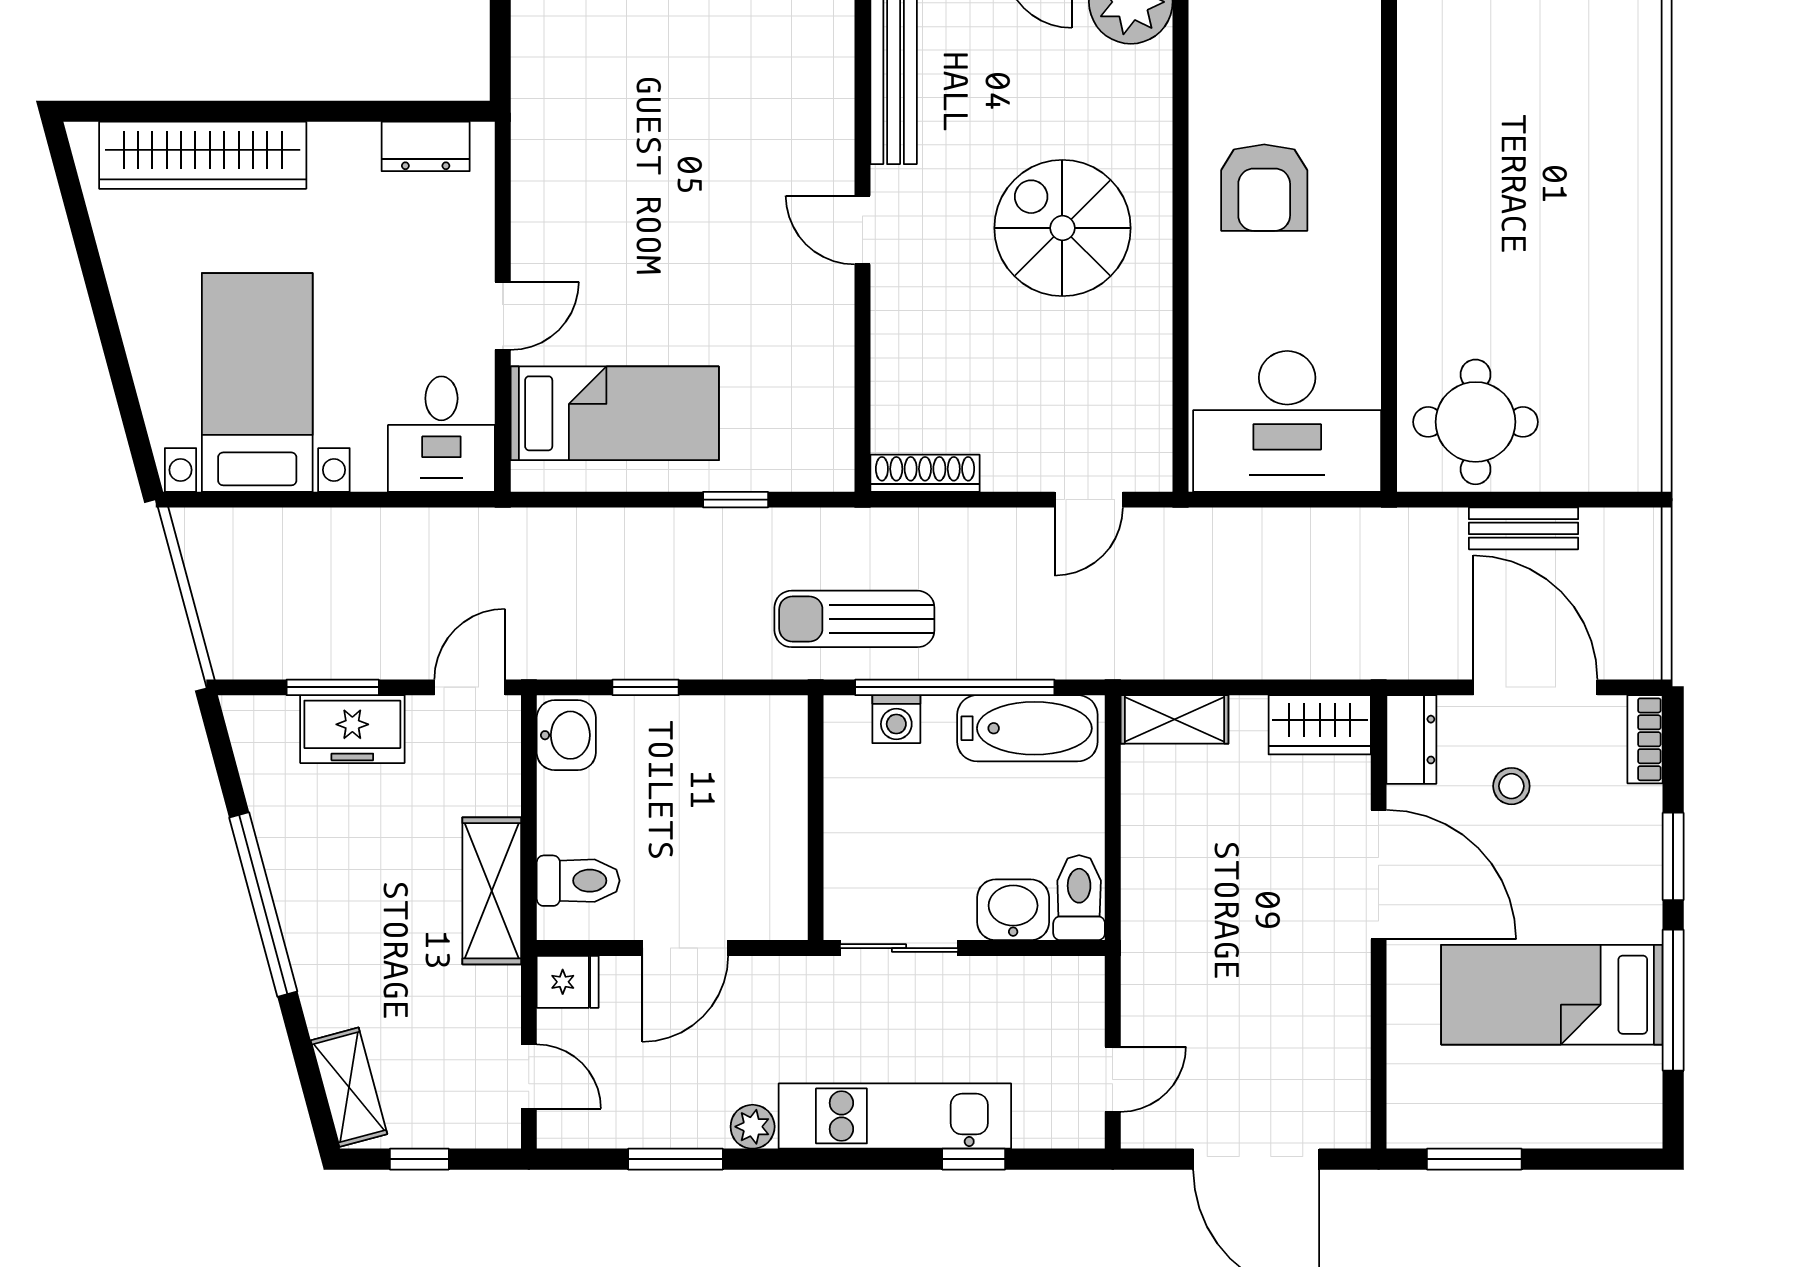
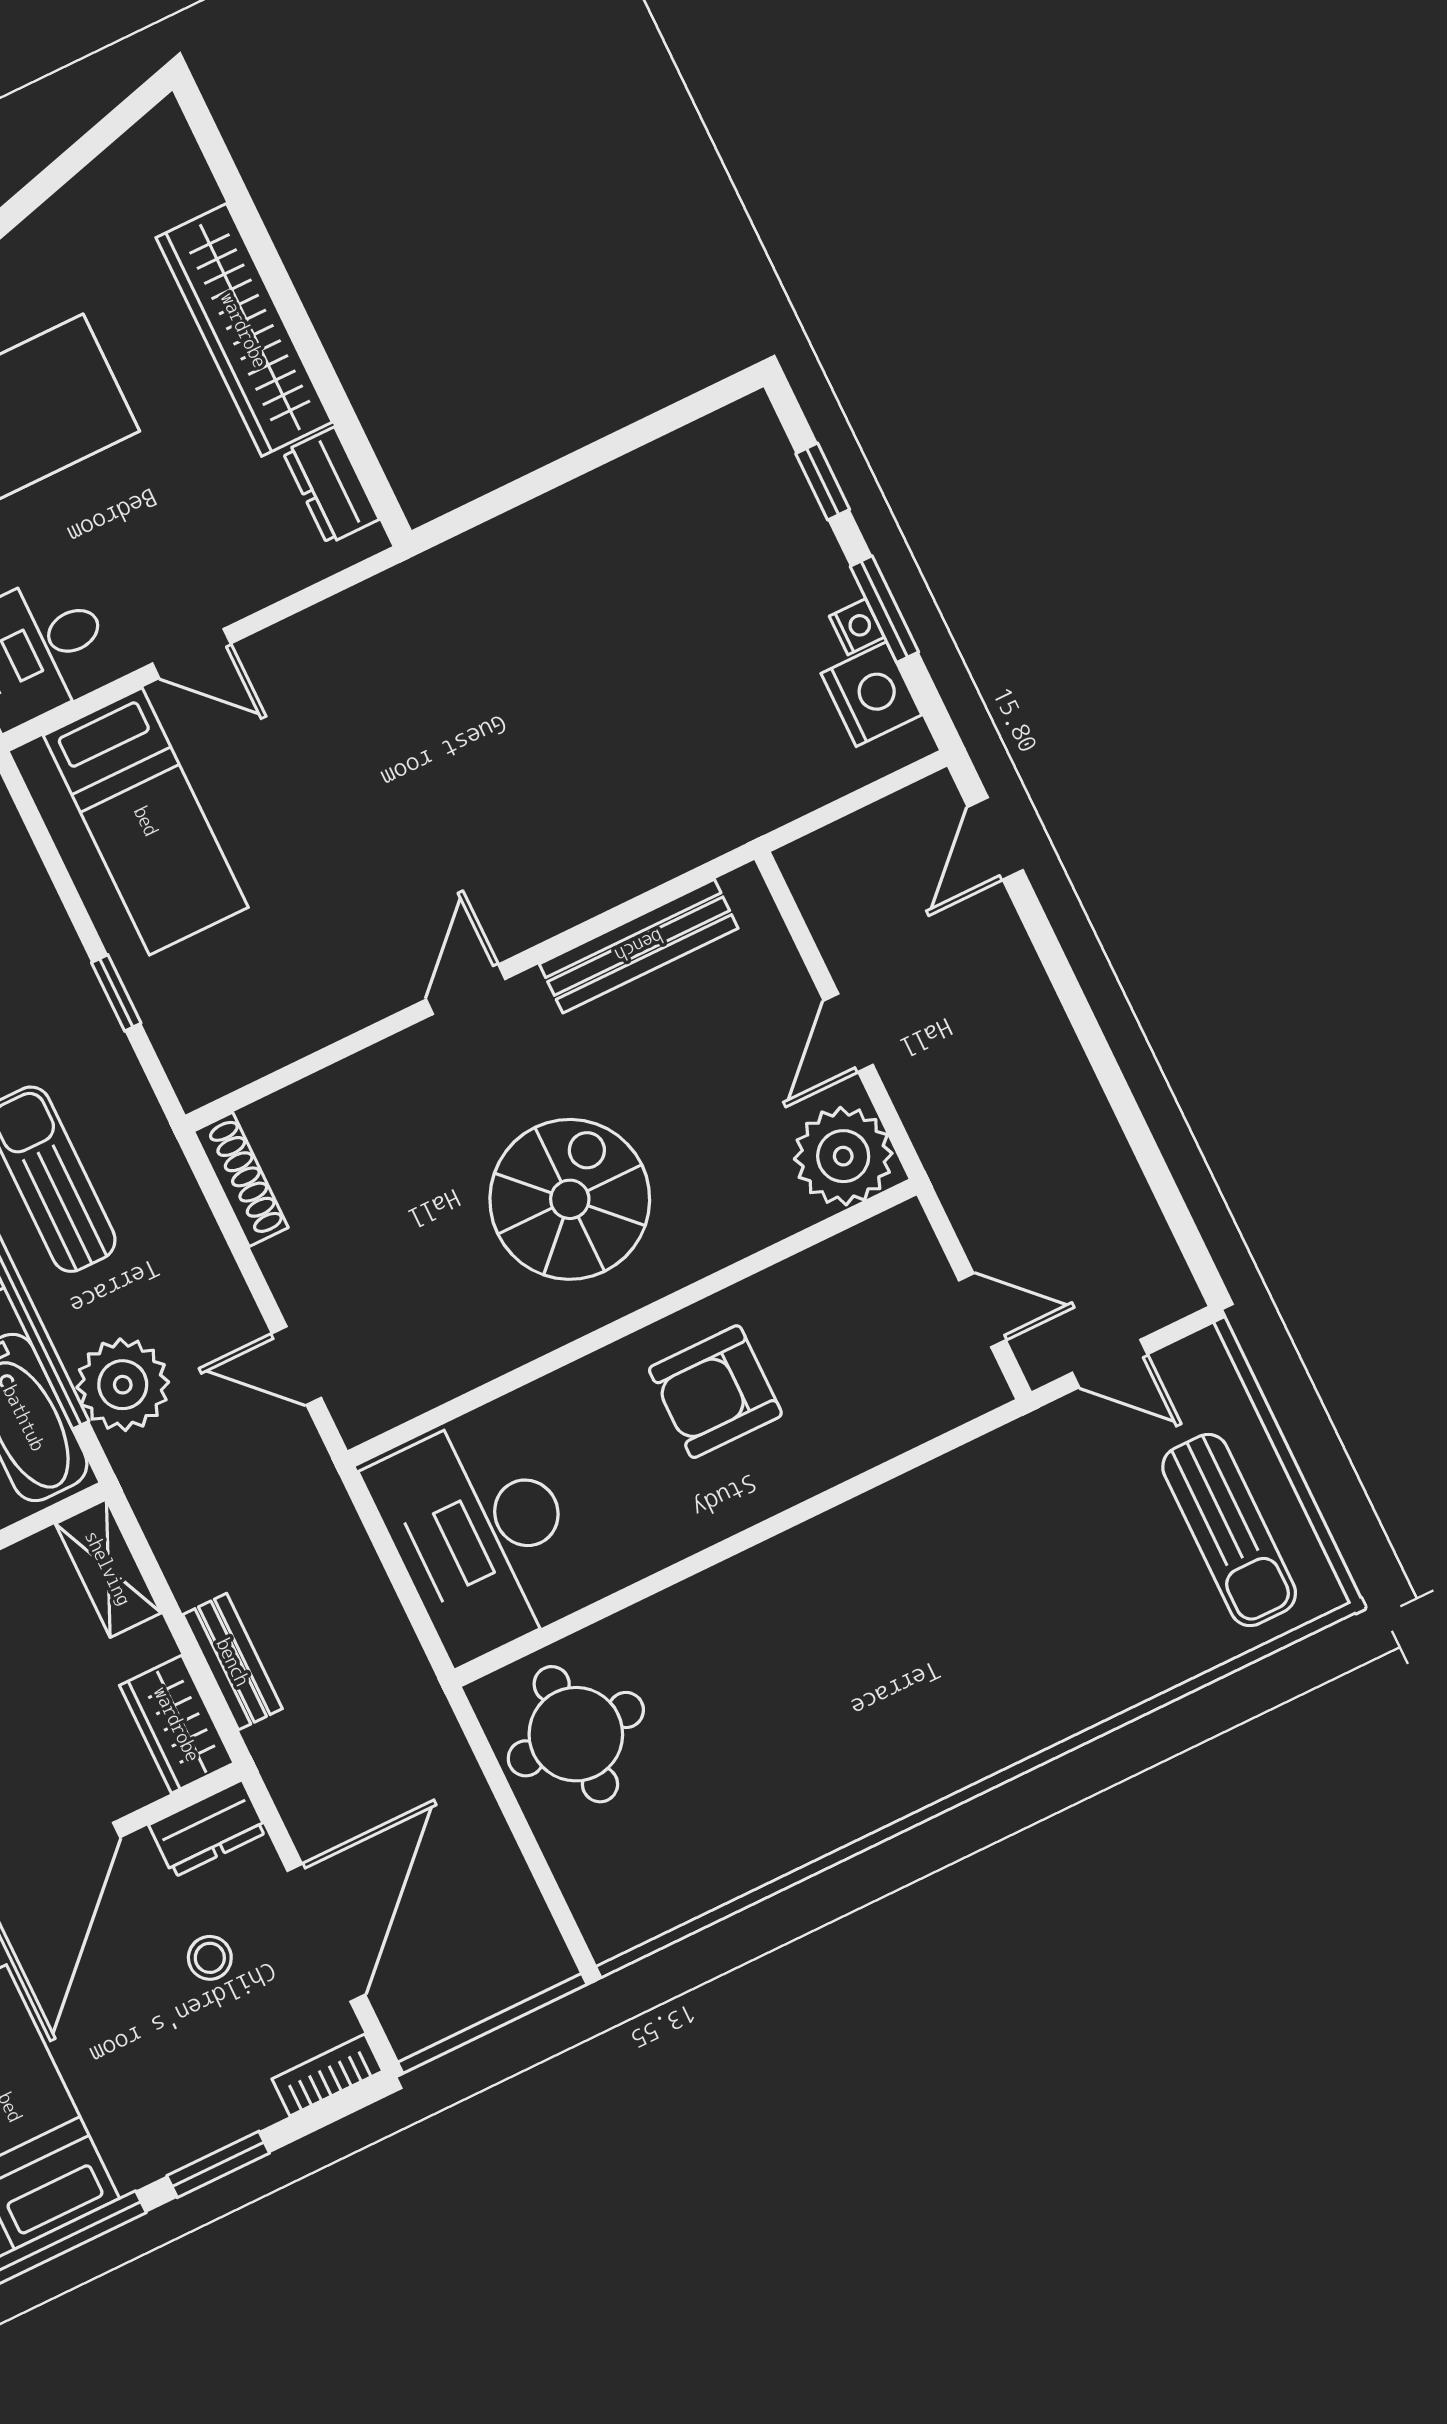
wardrobe: (203, 155) -> (244, 330), moved
bench: (1524, 528) -> (233, 1662), moved
plant: (1039, 640) -> (123, 1385), added

